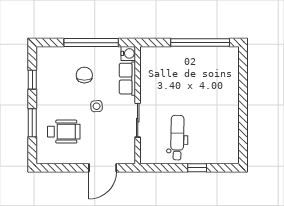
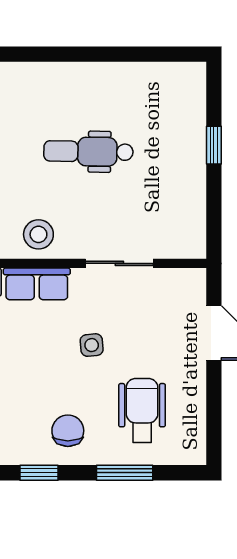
chair: (84, 75) -> (68, 431), moved, turned 90
stool: (152, 79) -> (38, 234), added
dental chair: (177, 138) -> (88, 152), moved

